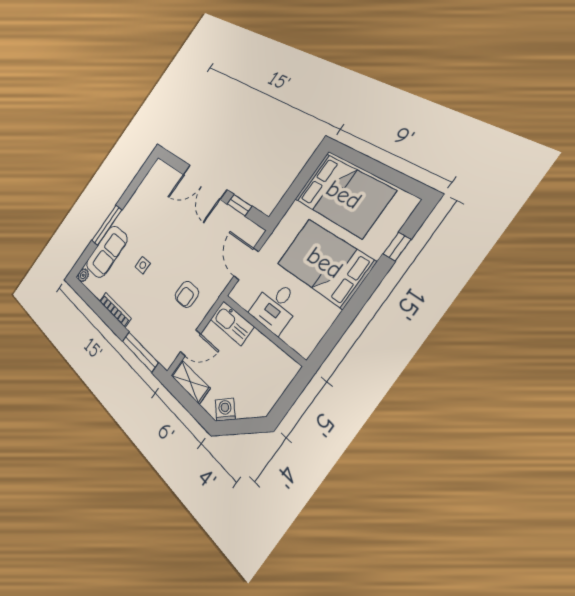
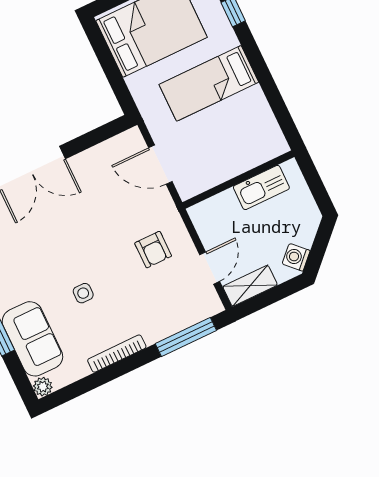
window: (239, 205) -> (88, 140), removed
bed: (325, 263) -> (209, 83), width x0.67
desk: (275, 307) -> (223, 155), removed
kitchen sink: (232, 323) -> (261, 187), moved

